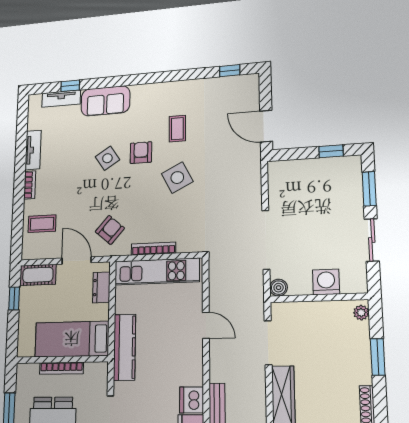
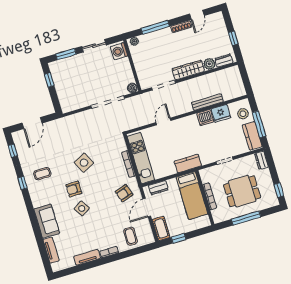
window: (70, 86) -> (22, 183), moved
door: (266, 126) -> (32, 123), moved
coffee table: (177, 129) -> (42, 174), moved
armchair: (110, 230) -> (124, 193), turned -59
washing machine: (326, 282) -> (119, 51), moved
kitchen counter: (124, 347) -> (188, 164), width x0.67
window: (378, 357) -> (155, 27), width x1.44

